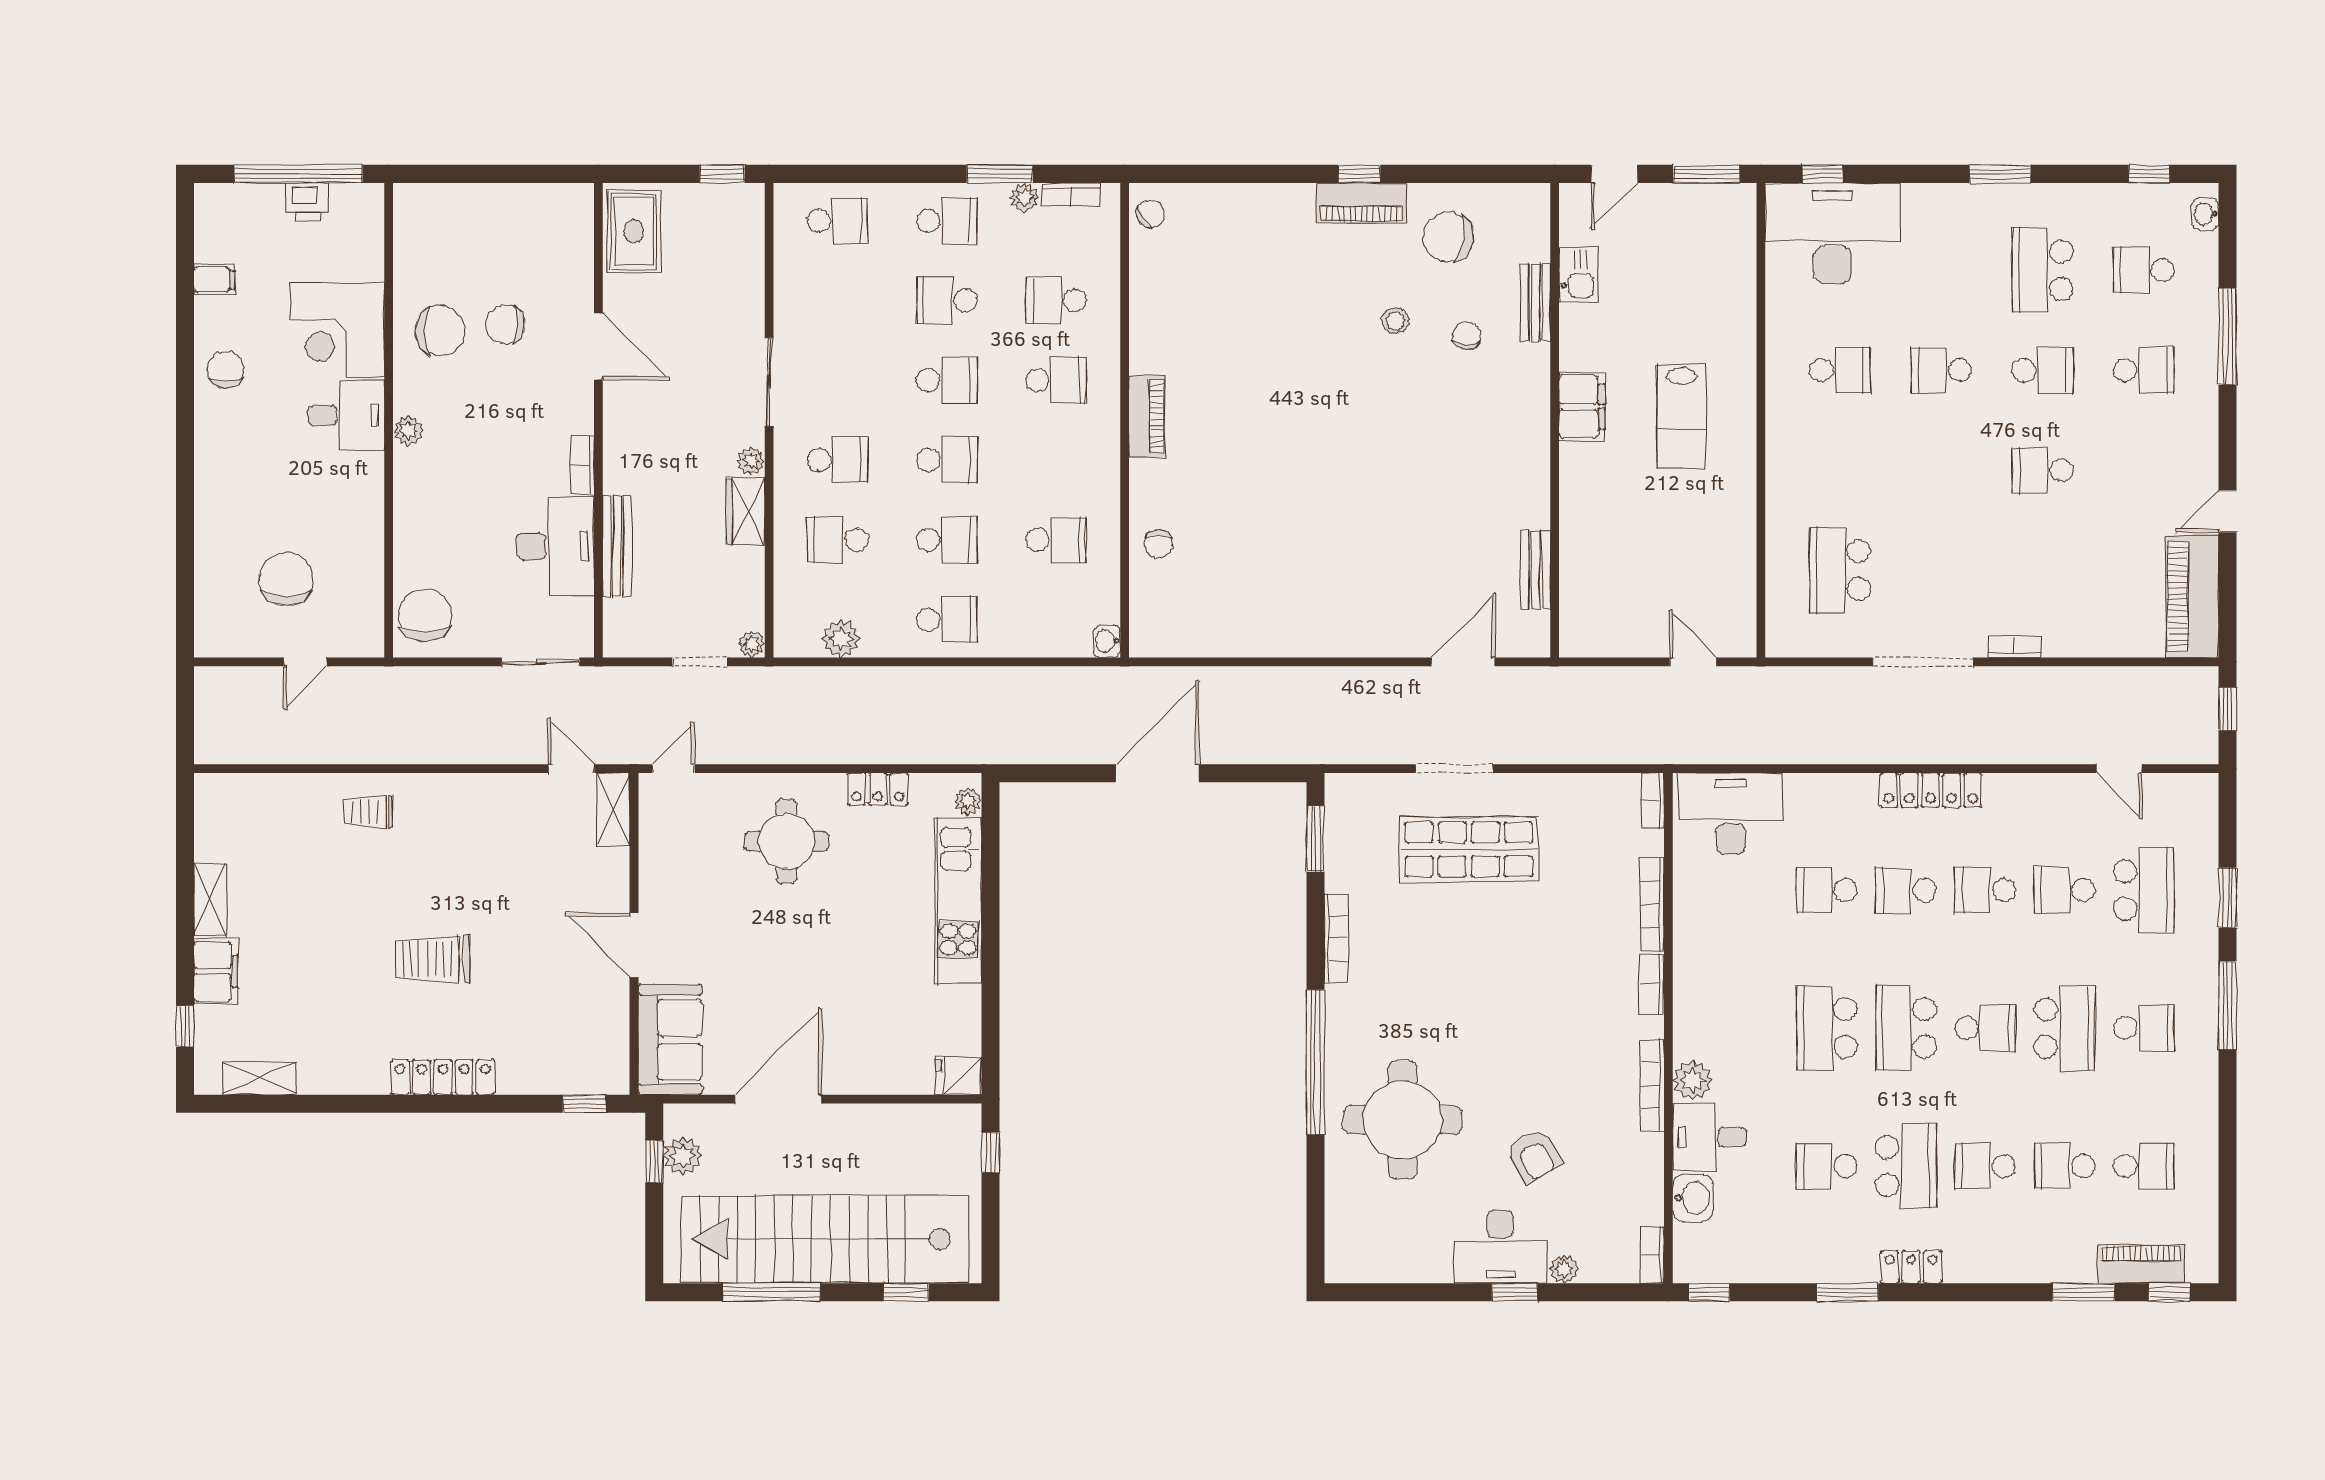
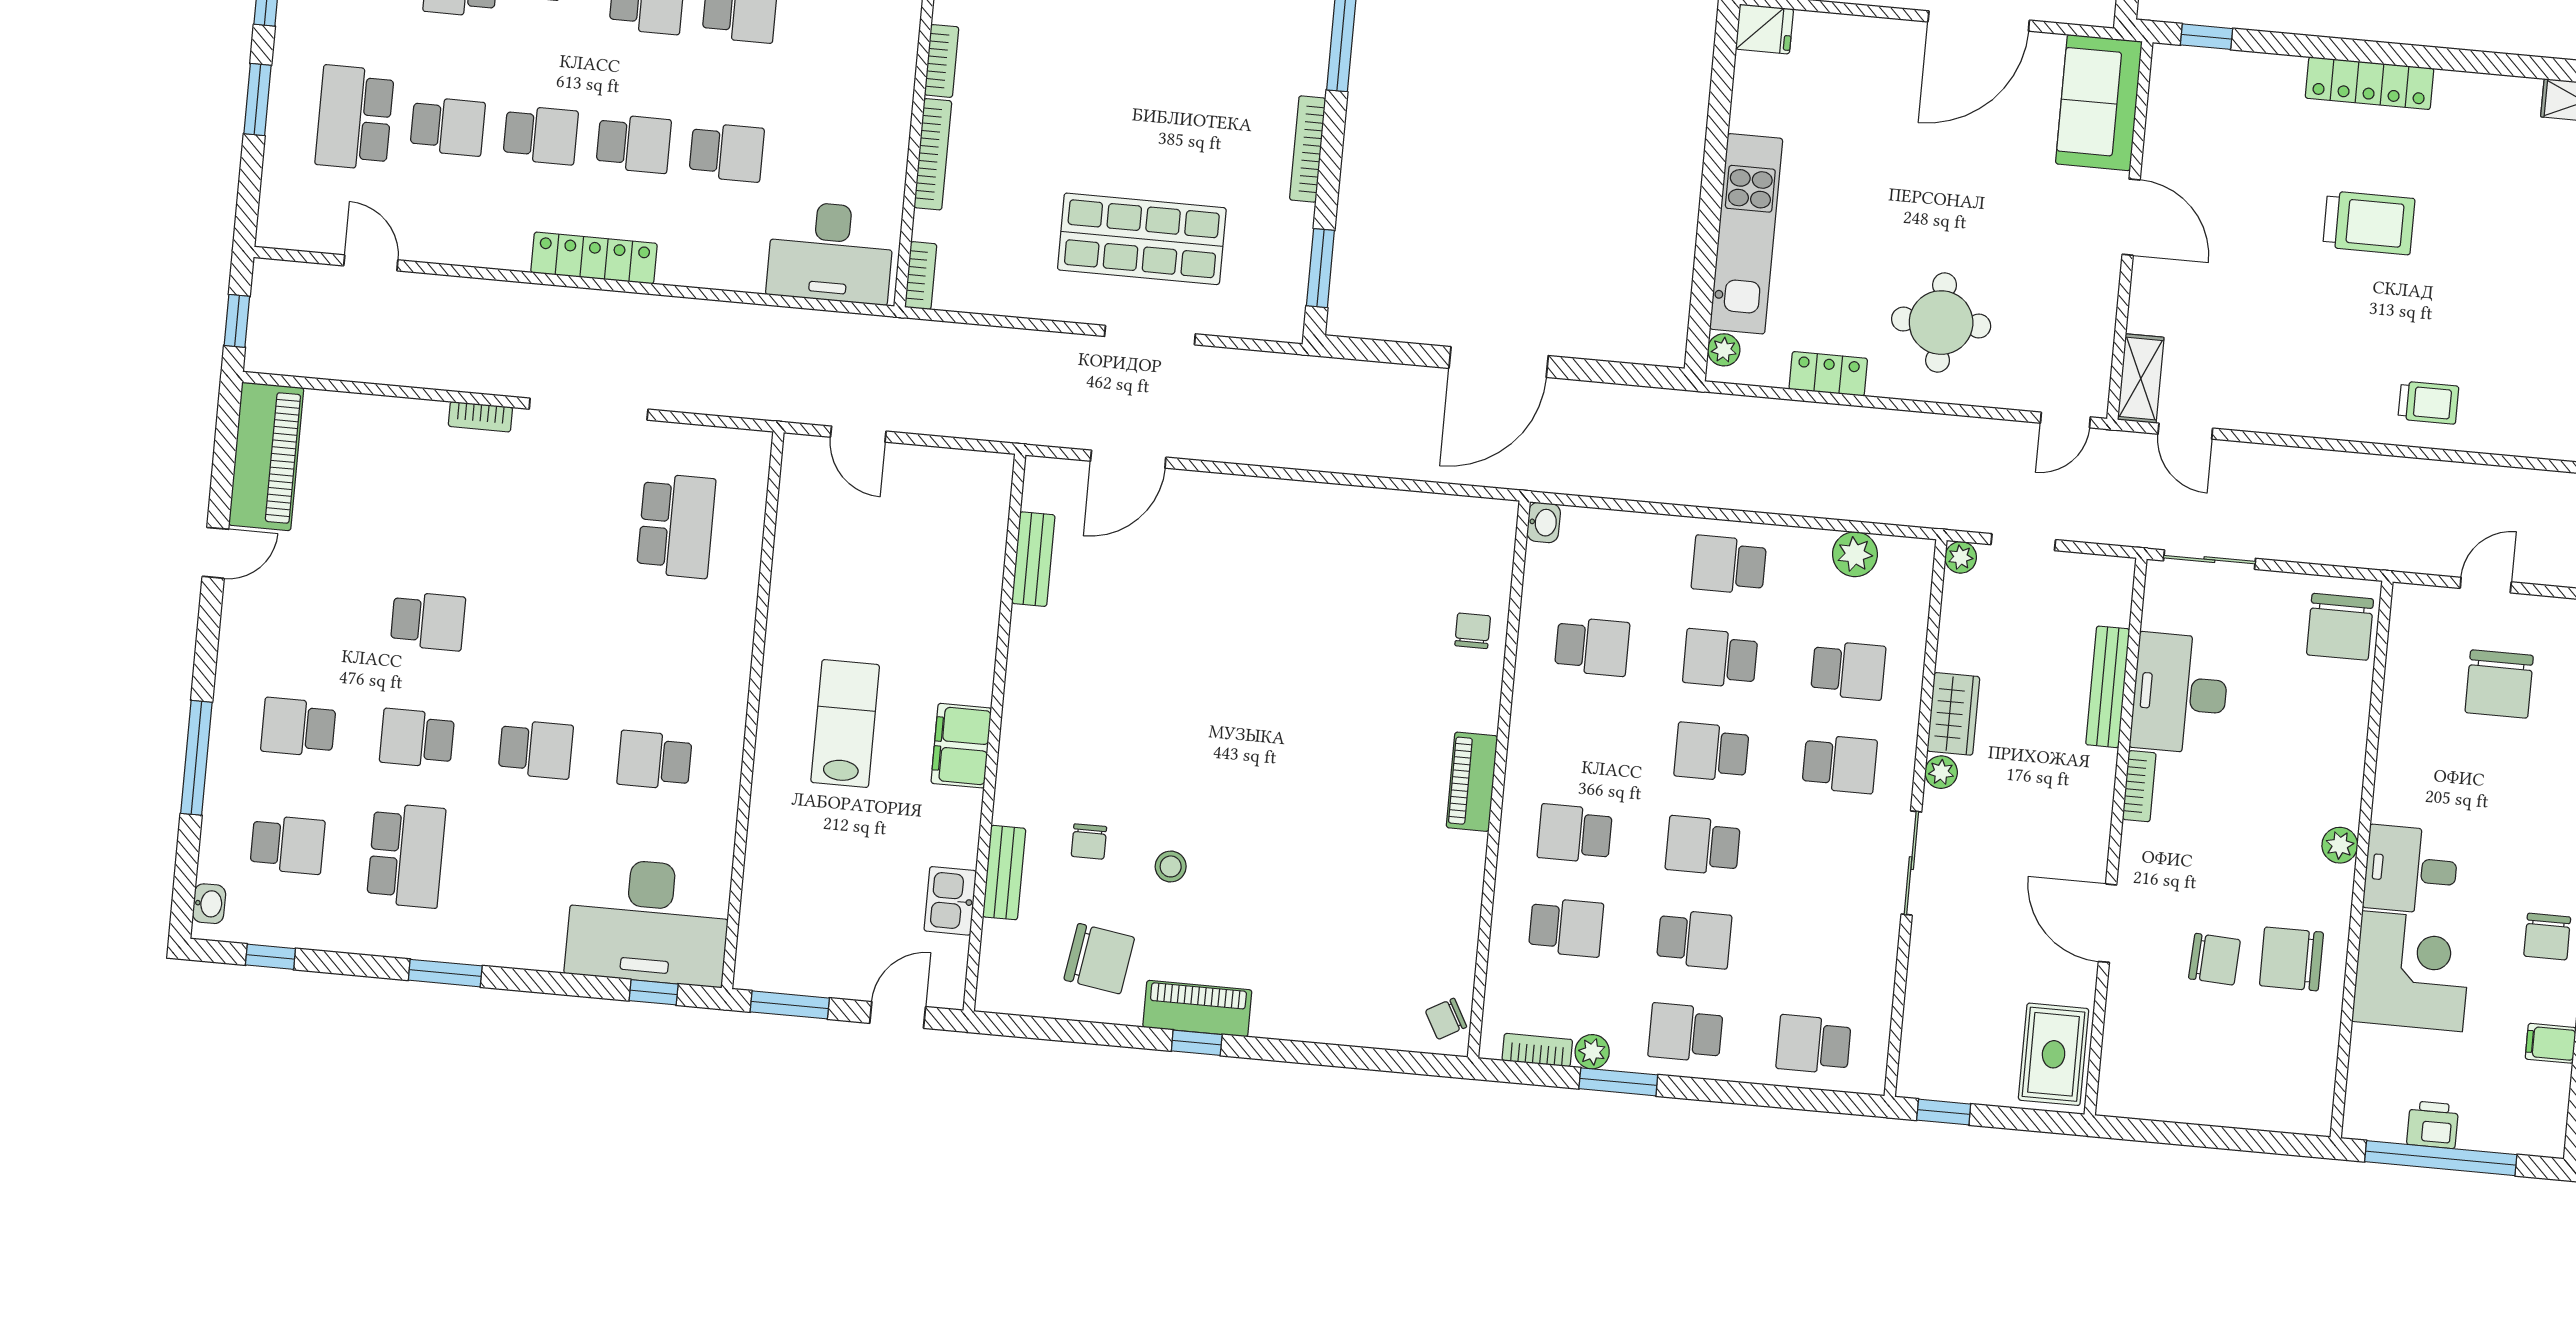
school desk: (838, 460) -> (1840, 764), turned 180
school desk: (1056, 540) -> (1592, 647), turned 180

